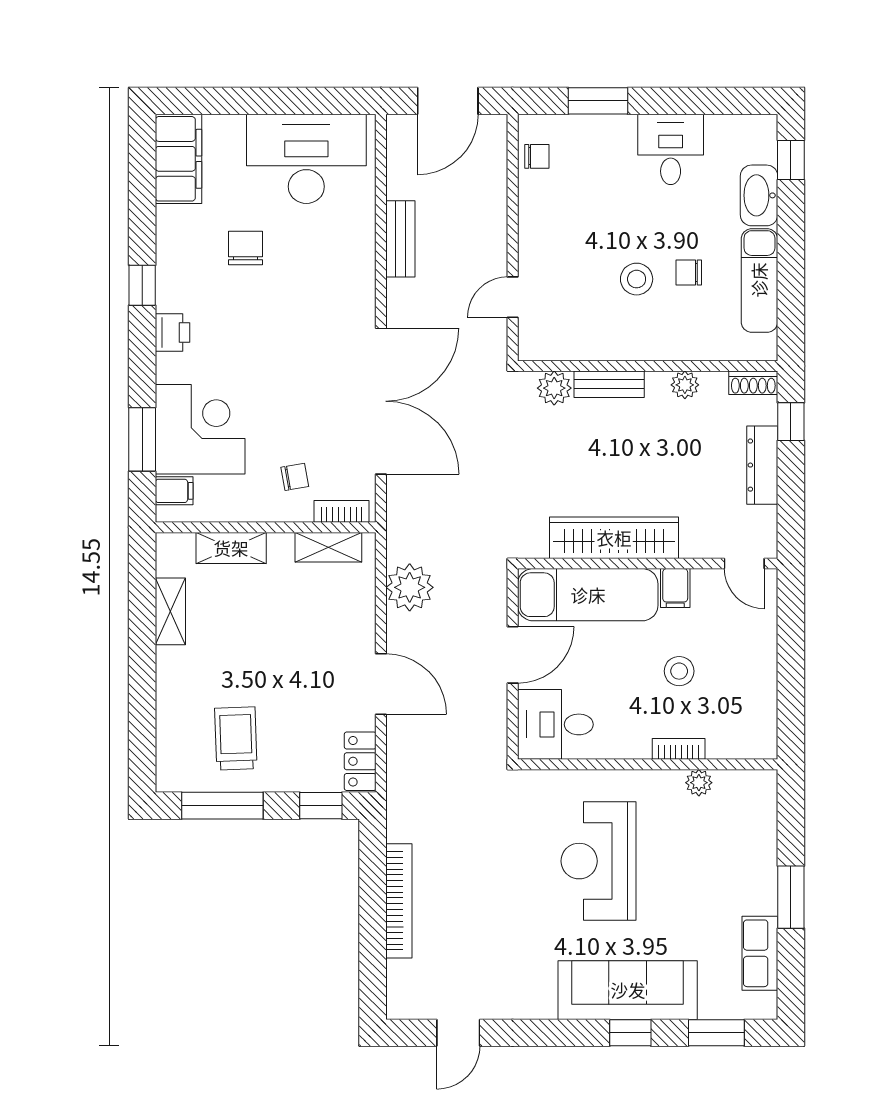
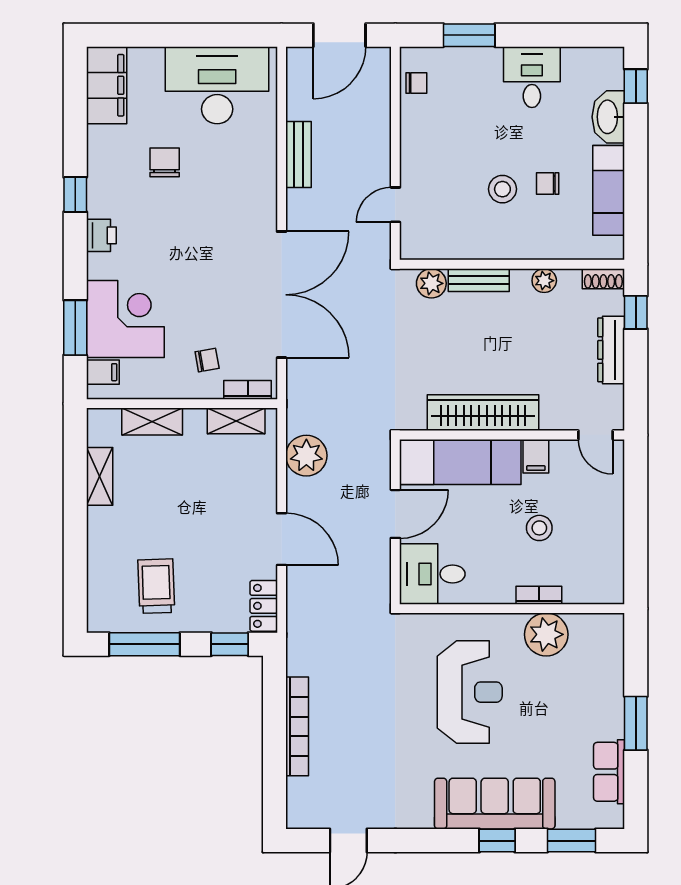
plant: (699, 783) -> (546, 634), width x1.87, depth x1.87
reception desk: (599, 861) -> (470, 692), turned 180

